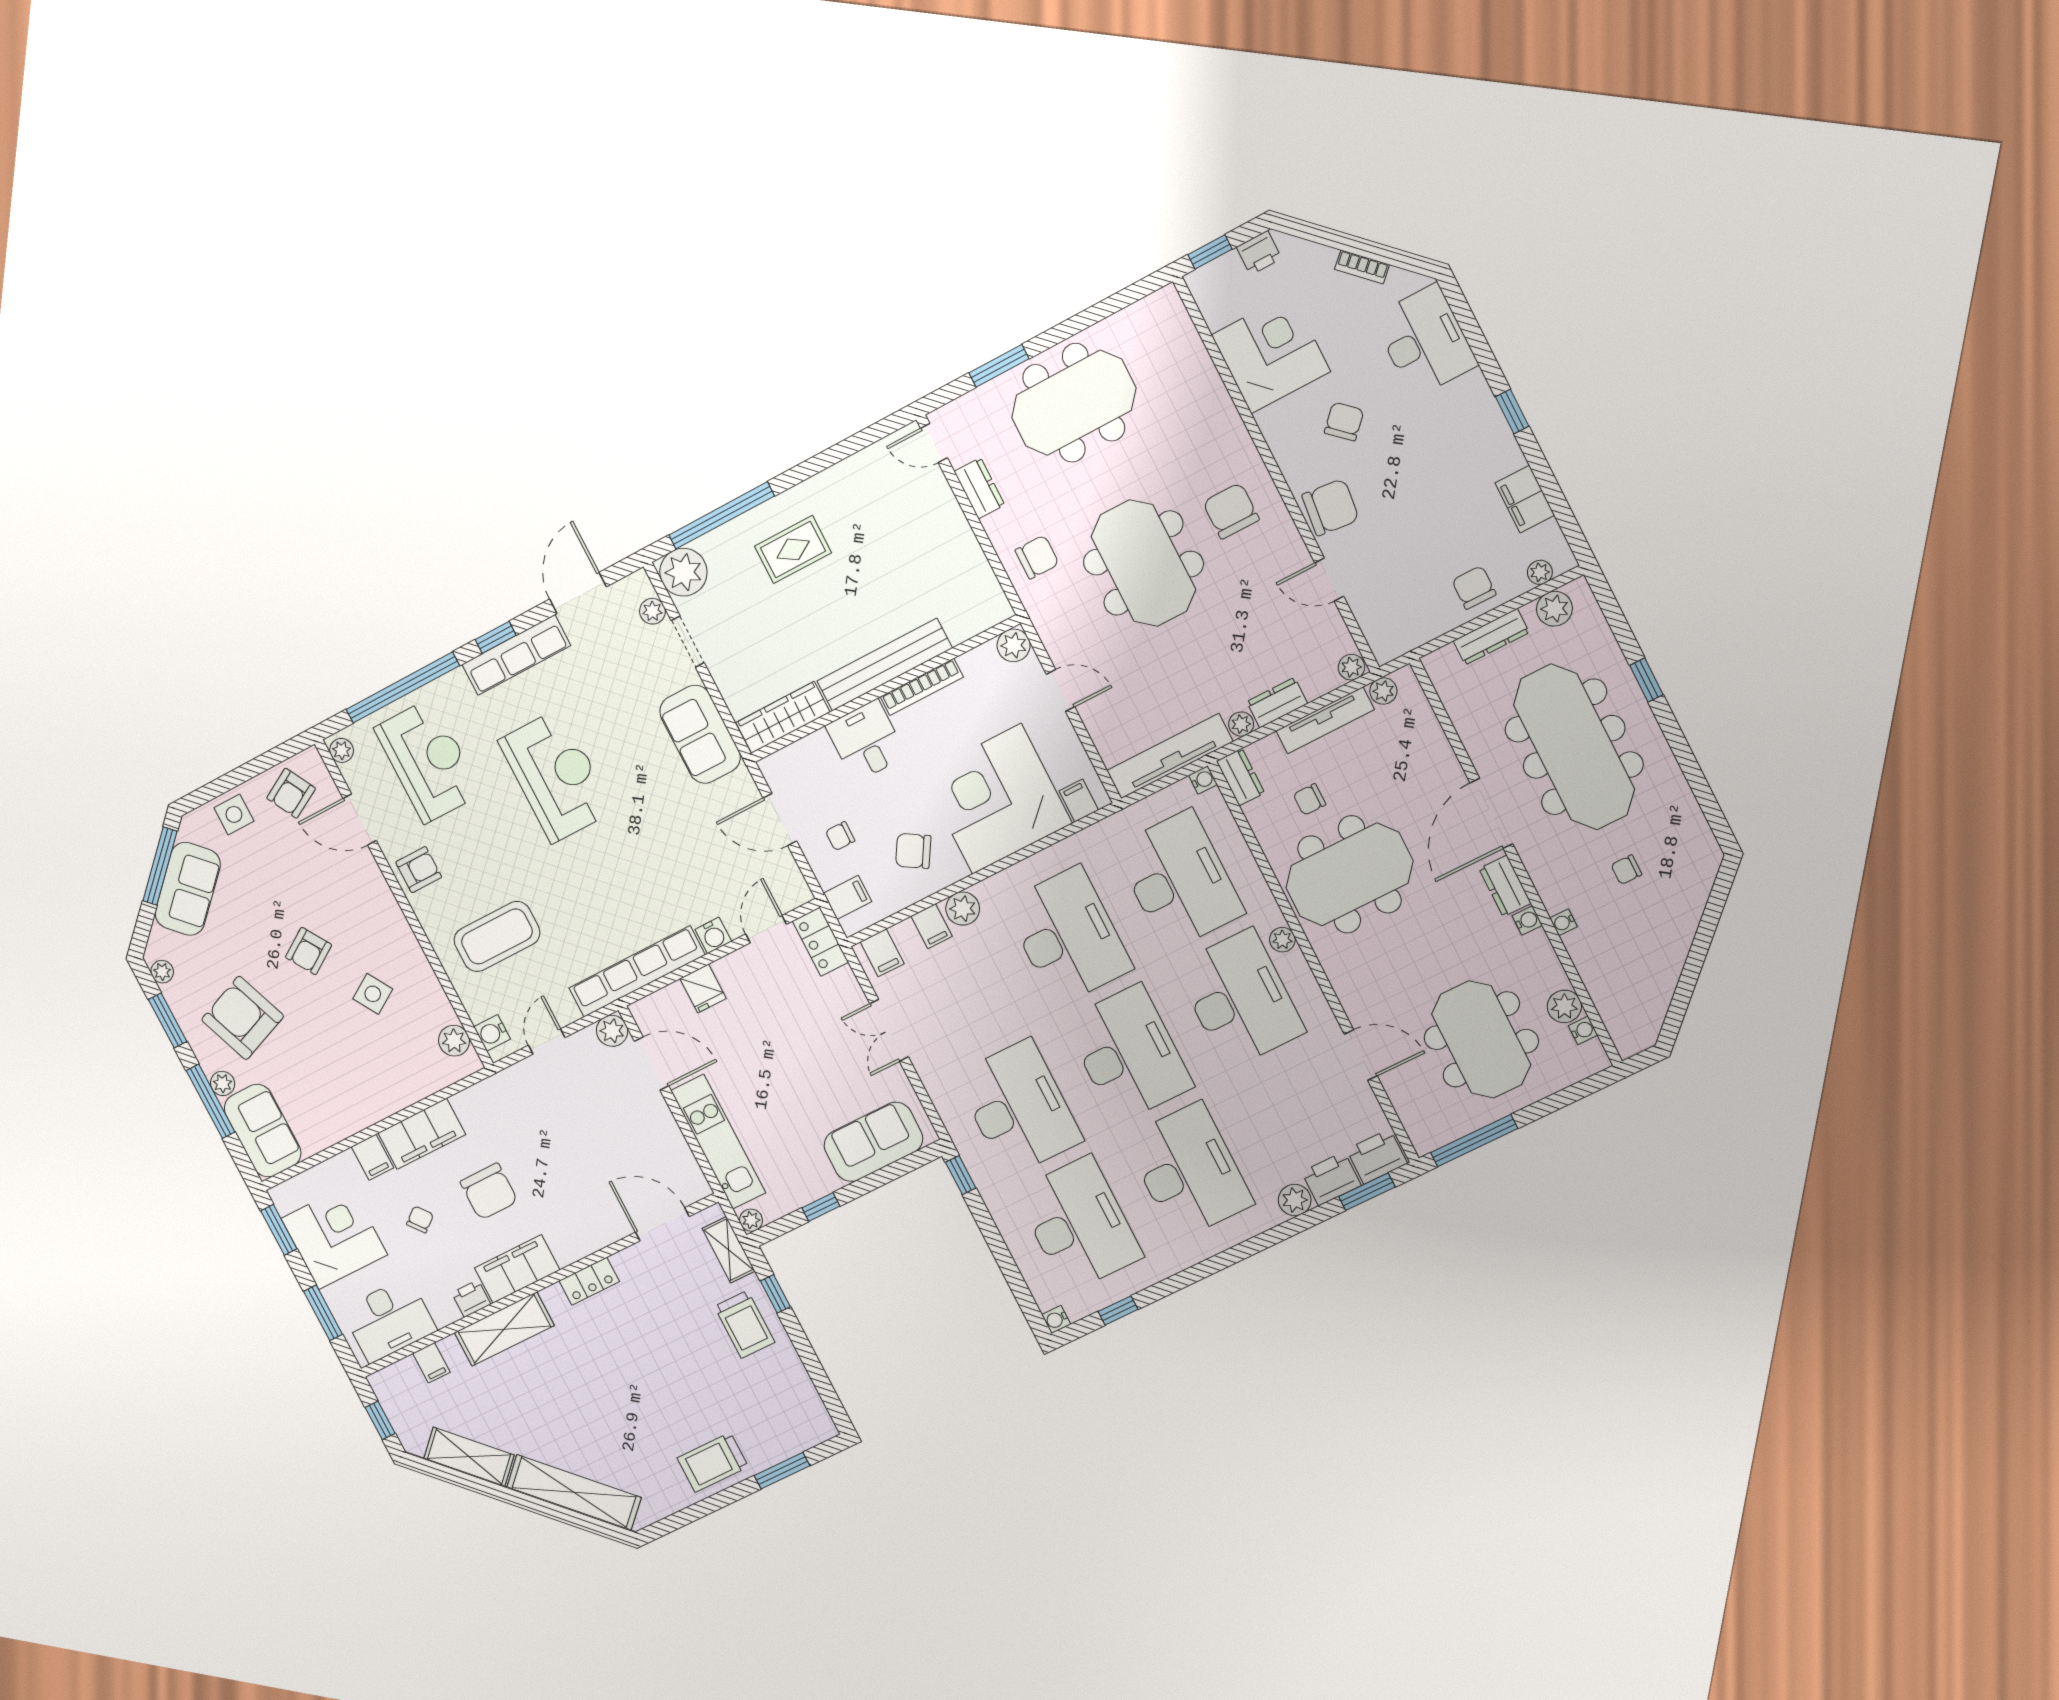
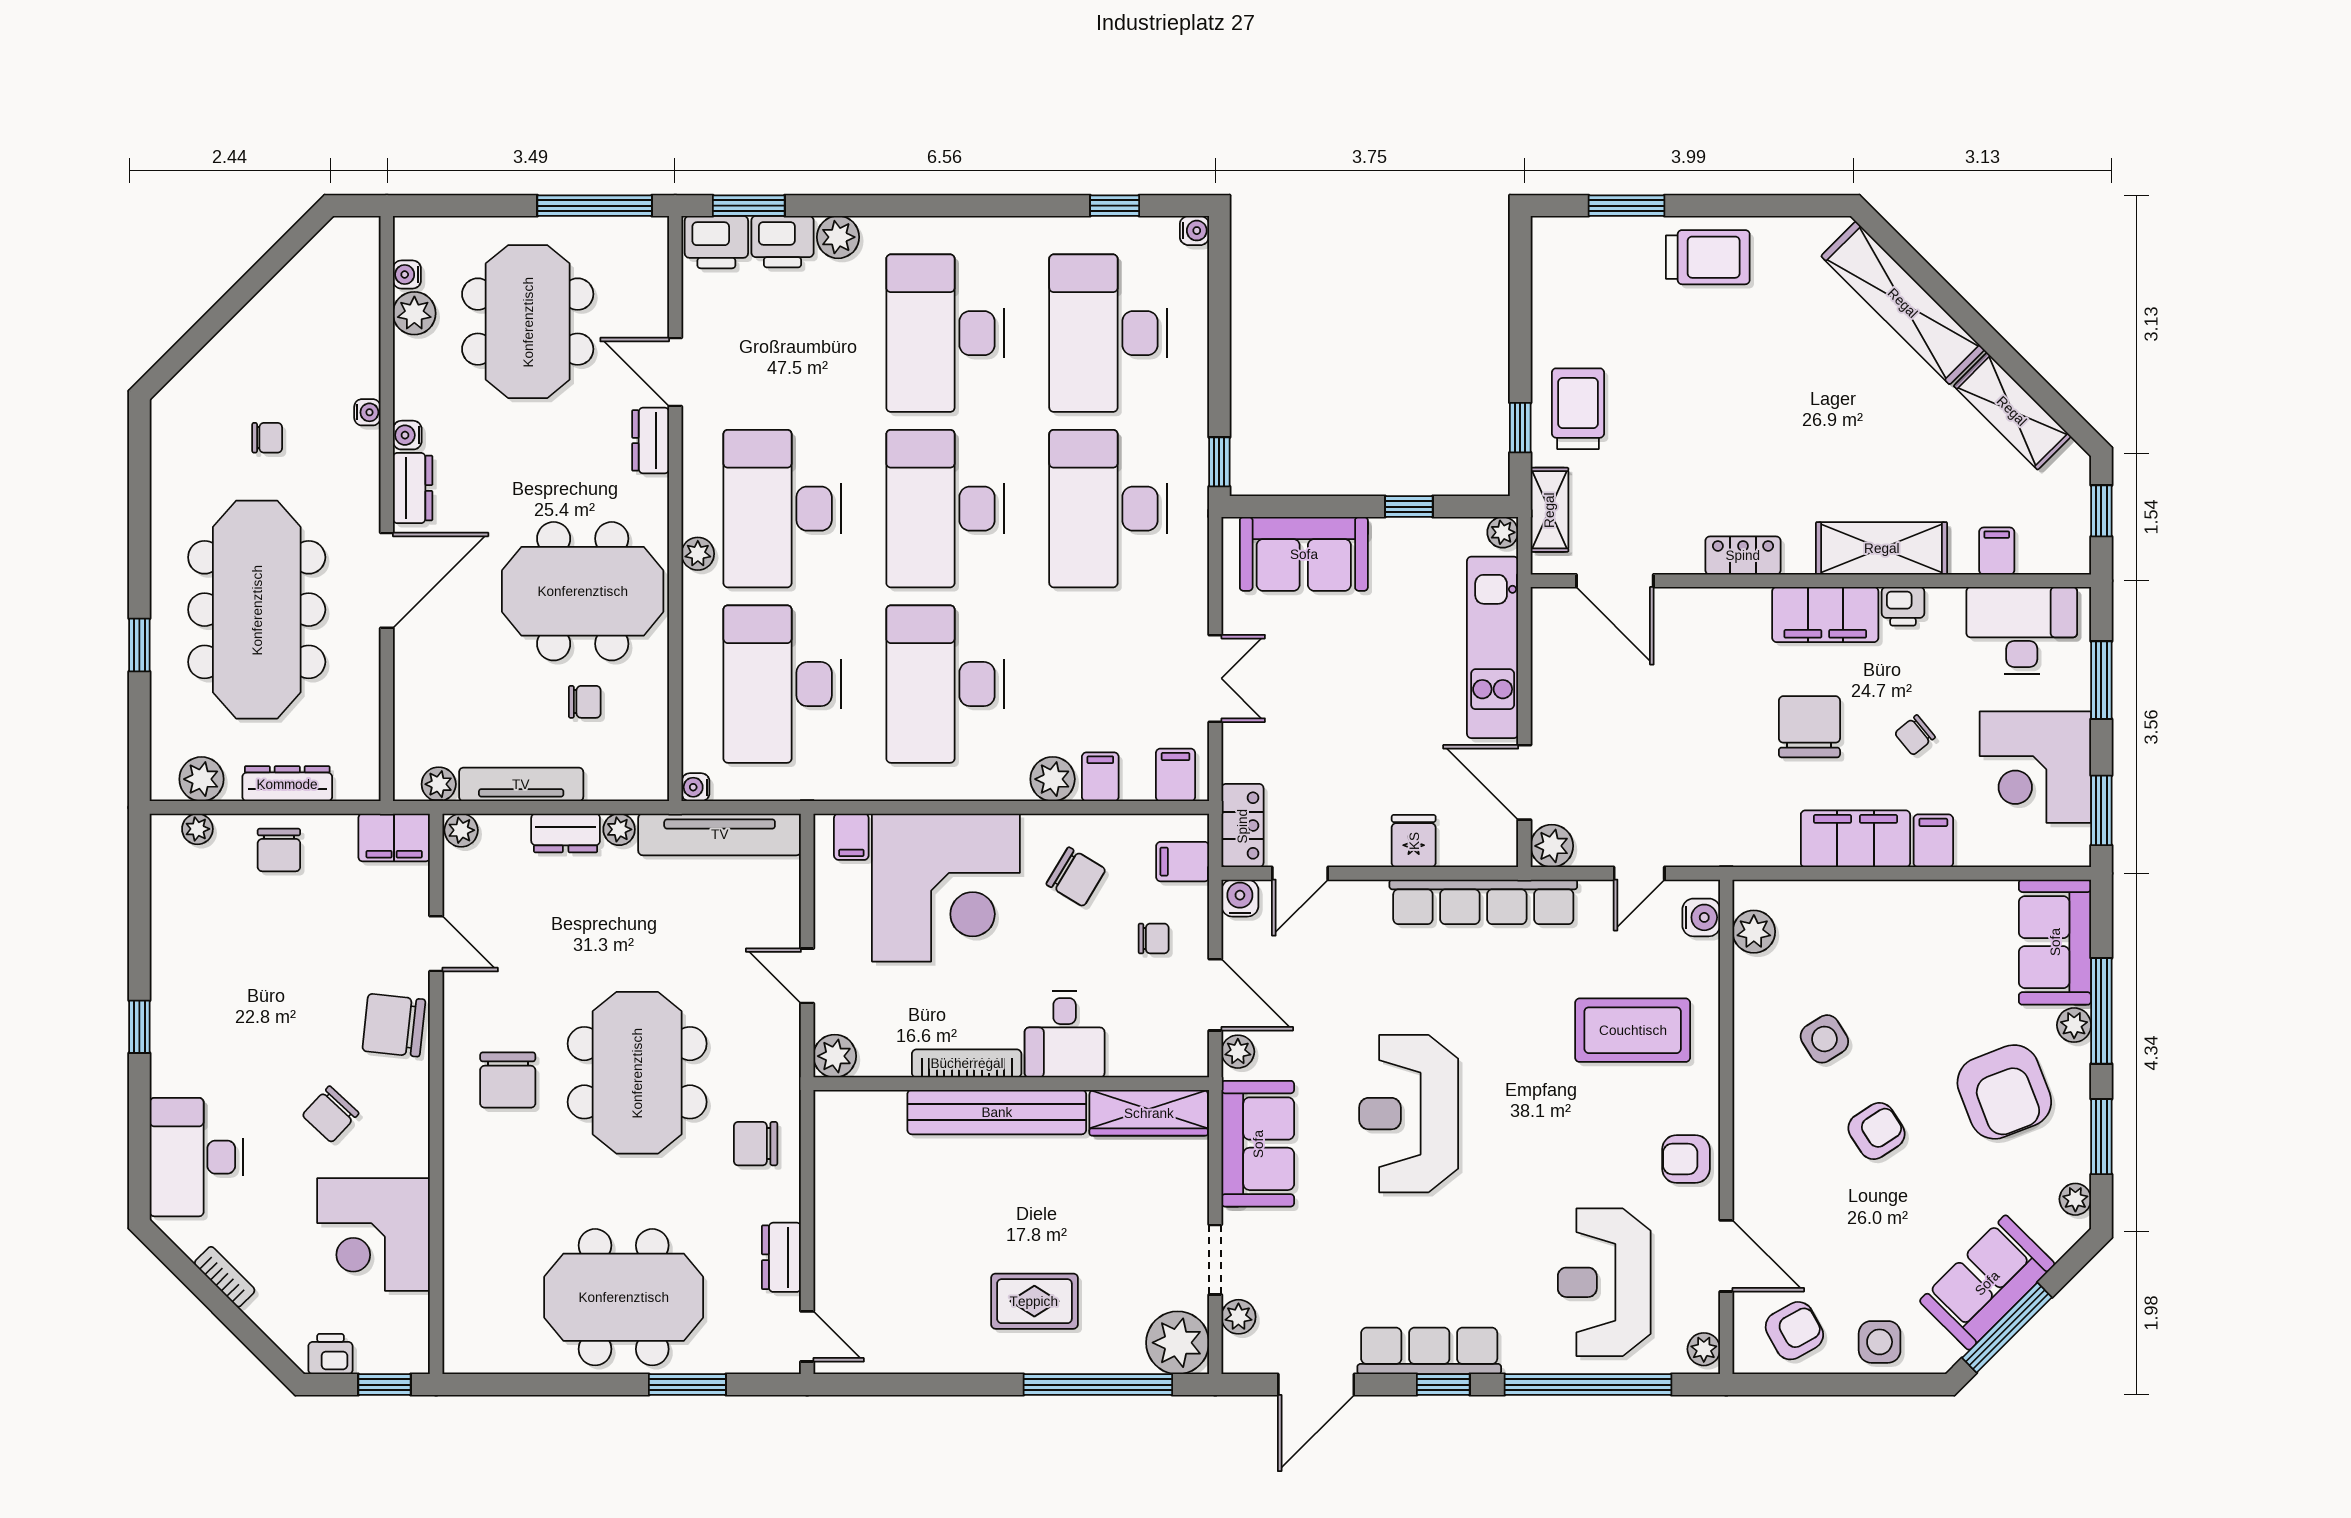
filing cabinet: (1525, 499) -> (394, 838), moved, turned 90
reception desk: (556, 776) -> (1409, 1114), moved
dresser: (1241, 777) -> (651, 440), moved
plant: (745, 789) -> (1238, 1052), added
water cooler: (713, 935) -> (1240, 898), moved

